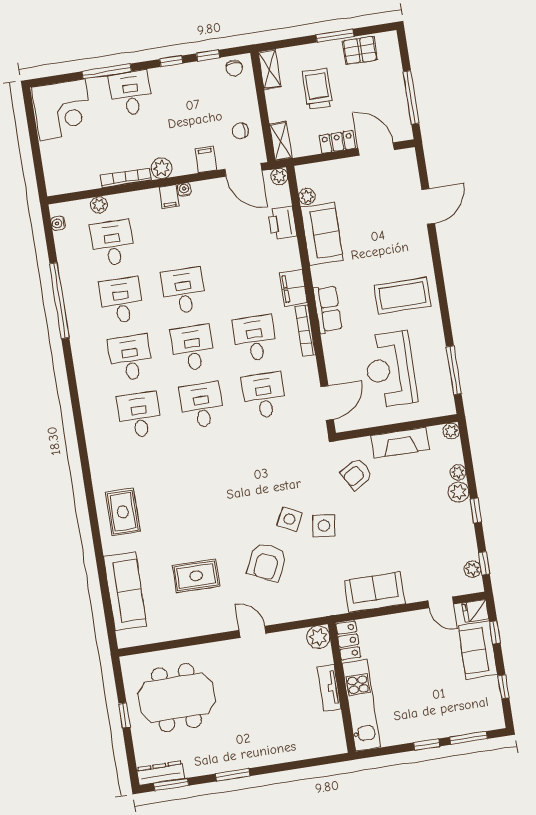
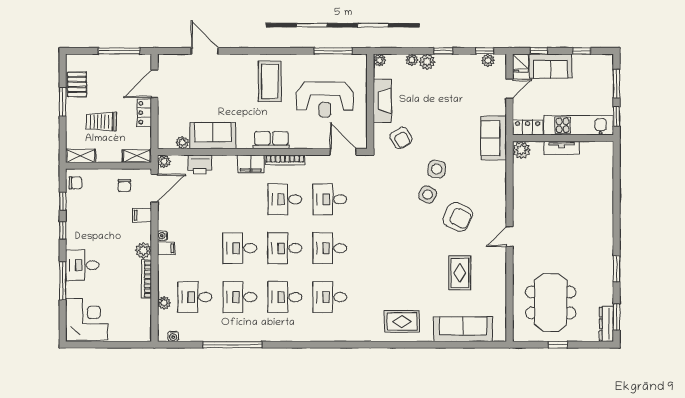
plant: (318, 637) -> (521, 150), moved
locker: (348, 641) -> (528, 127), moved
tv unit: (329, 688) -> (562, 148), moved
wall: (342, 688) -> (563, 138), moved
kitchen unit: (361, 705) -> (578, 125), moved

